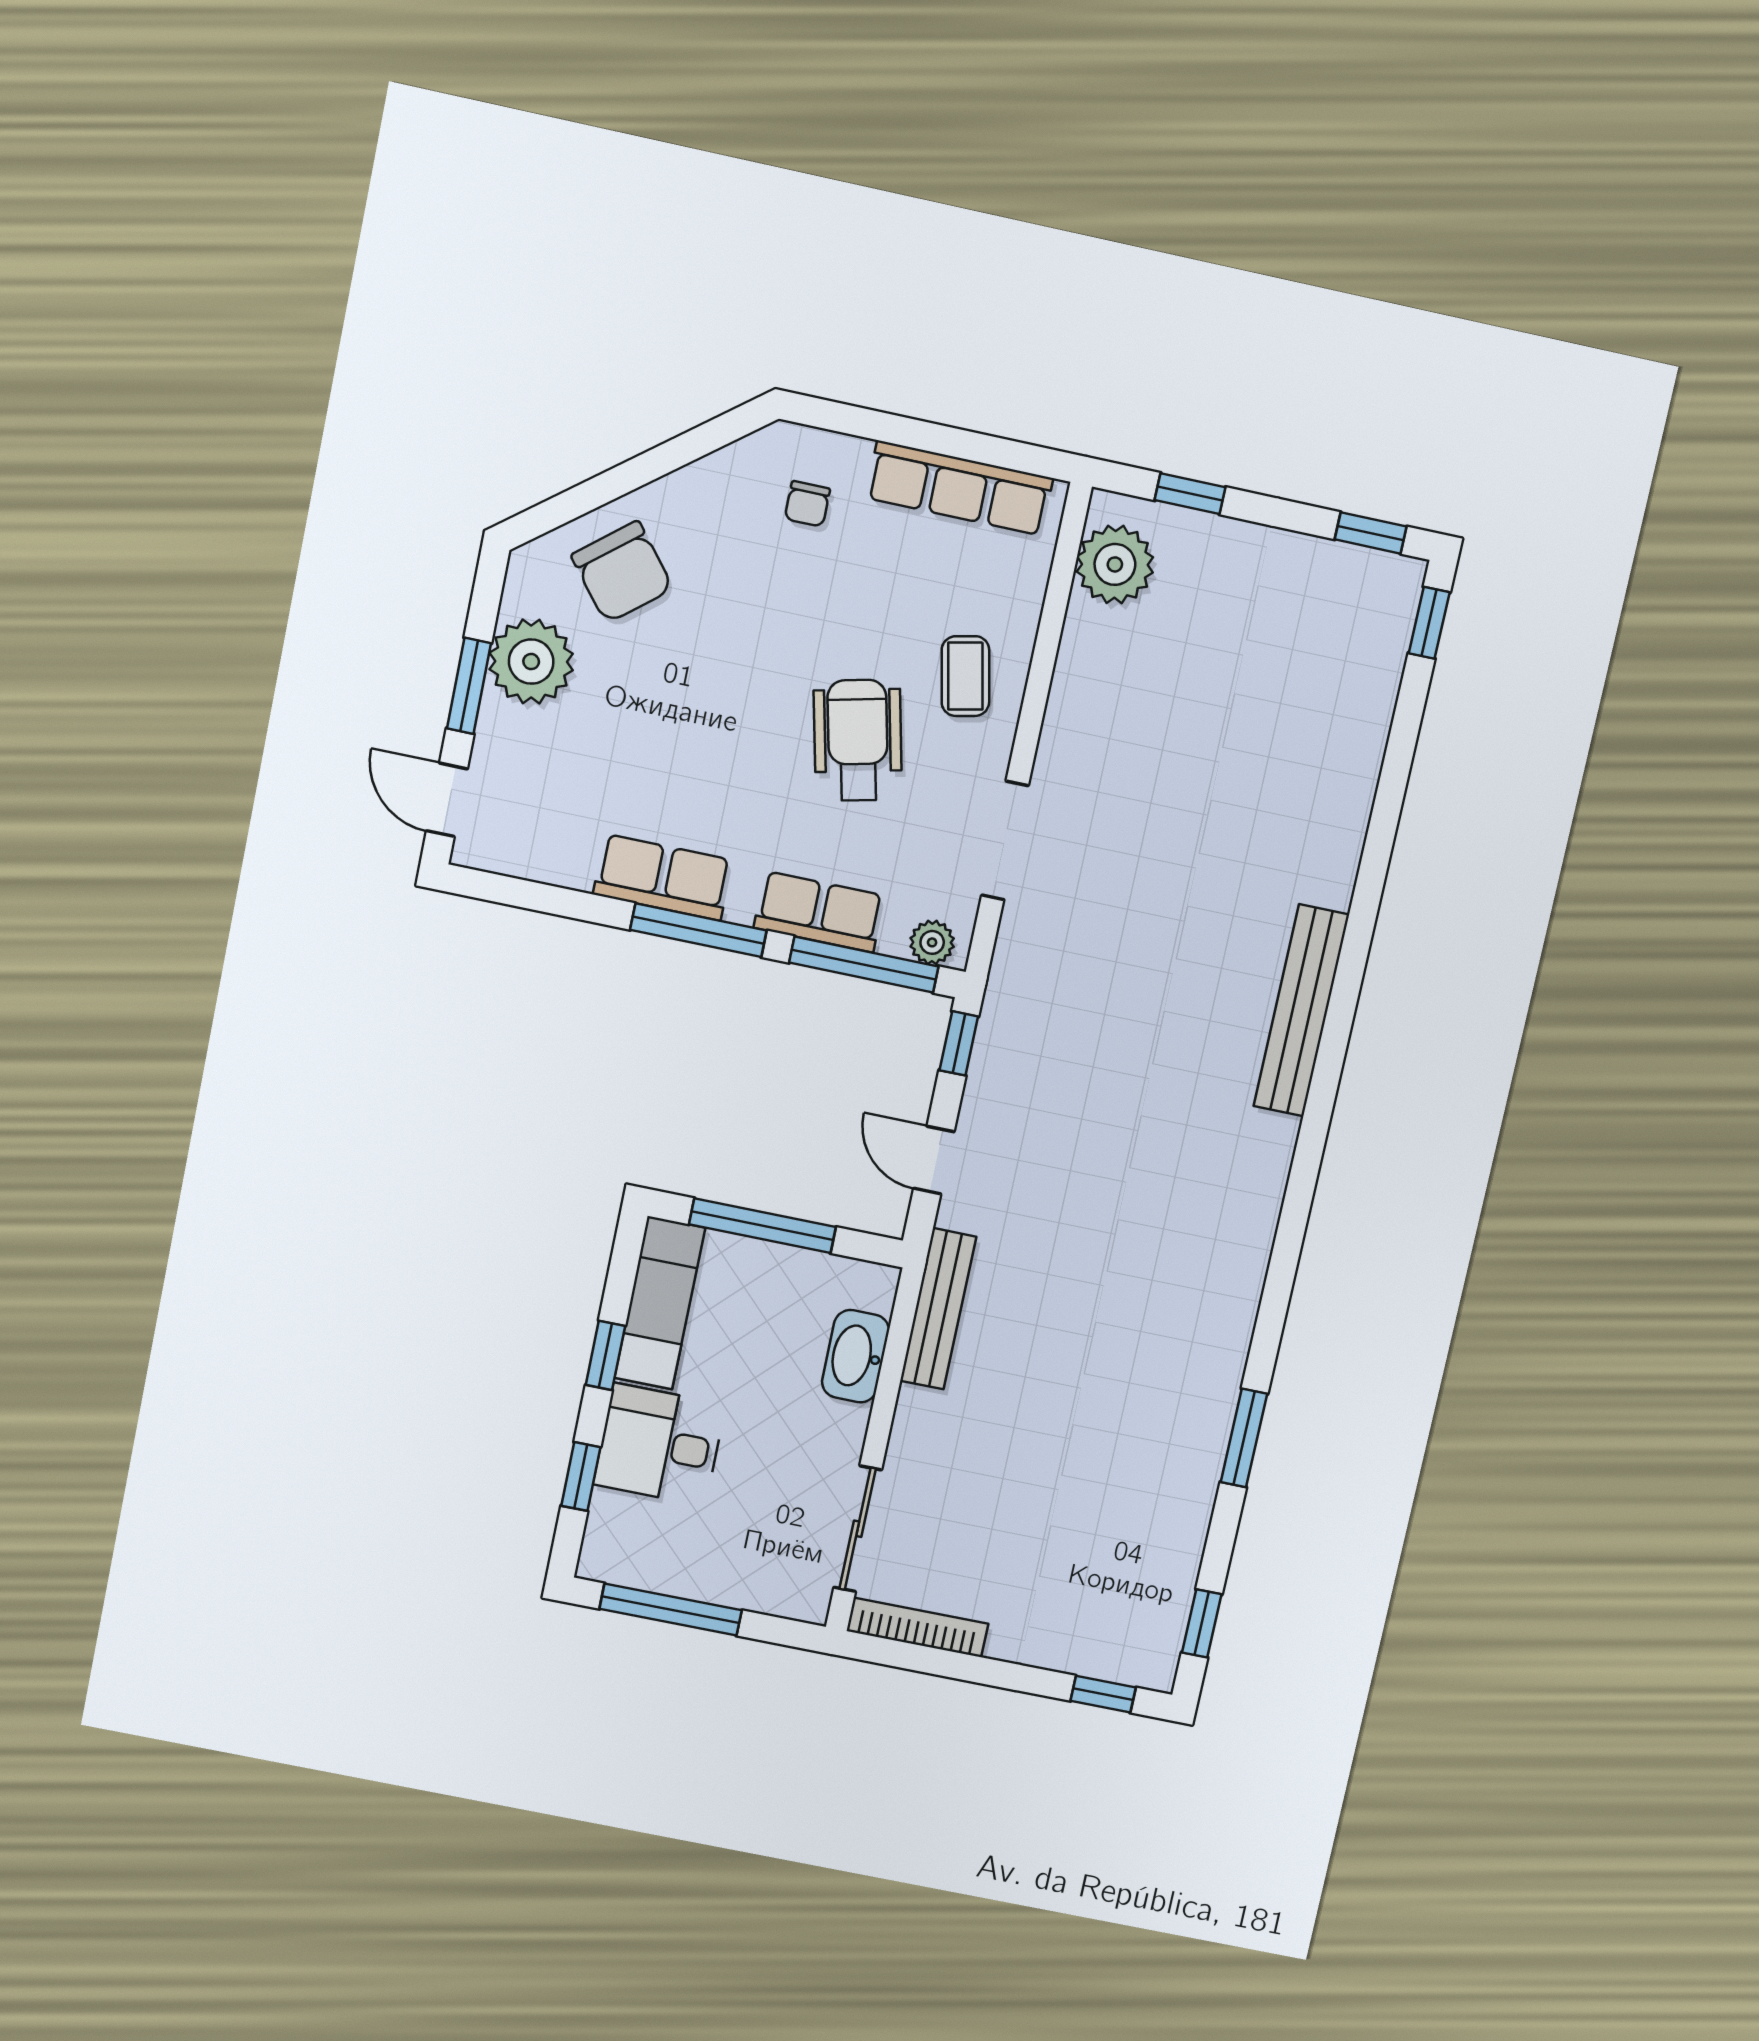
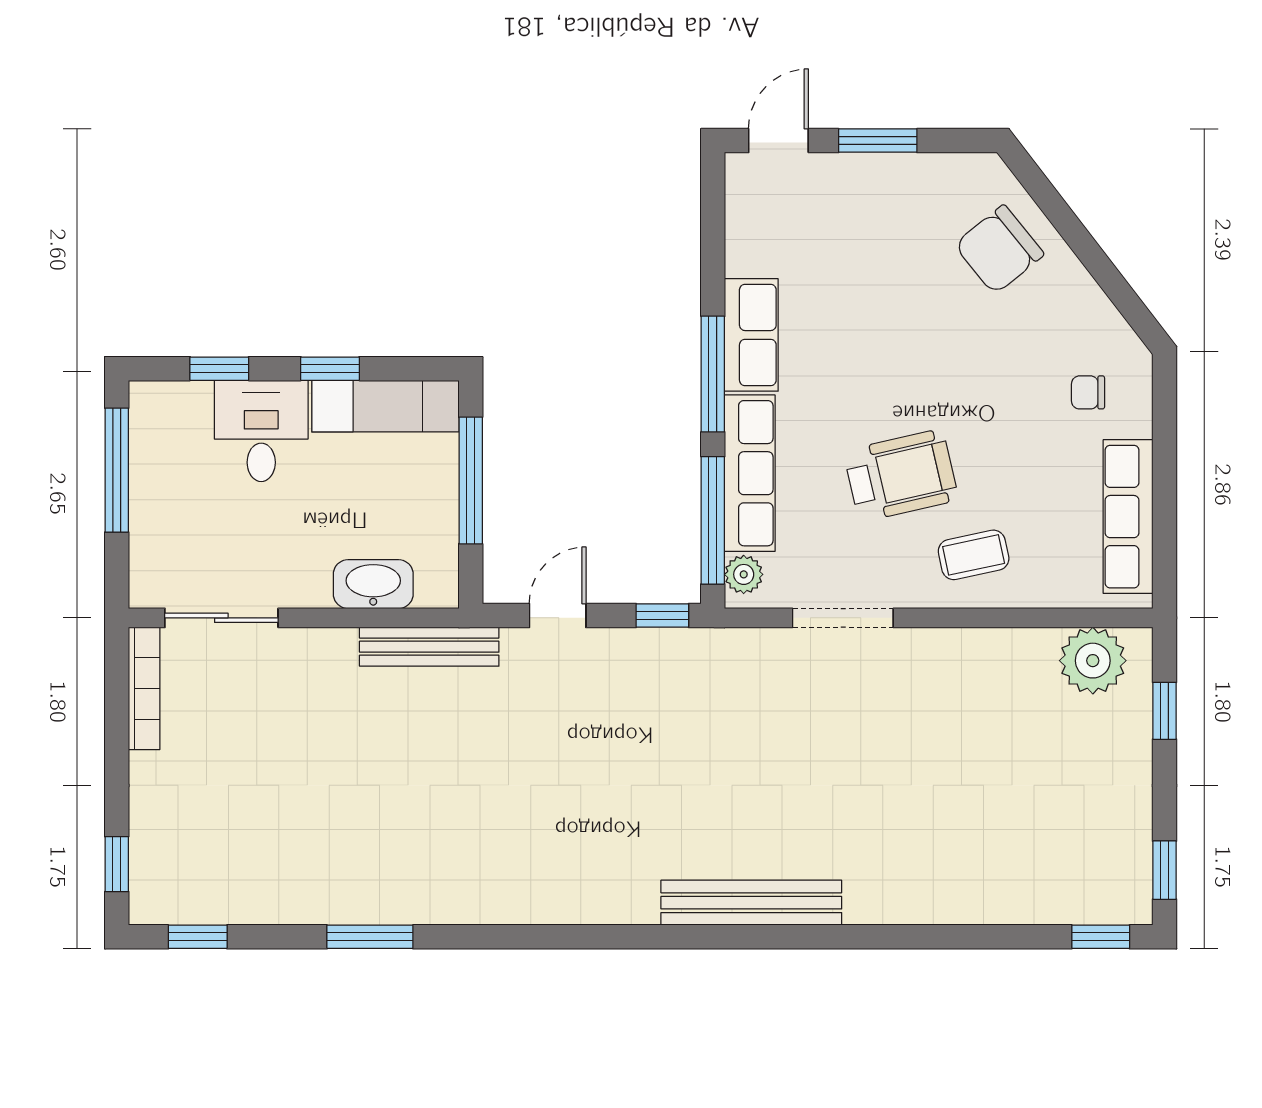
plant: (531, 662) -> (909, 188), removed
row of seats: (819, 912) -> (750, 473), width x1.48

